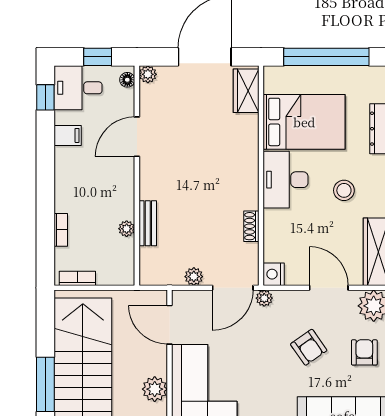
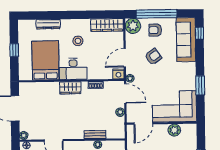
window: (326, 57) -> (14, 50), width x0.32
wardrobe: (246, 91) -> (70, 88), moved
door: (329, 288) -> (125, 58), moved

